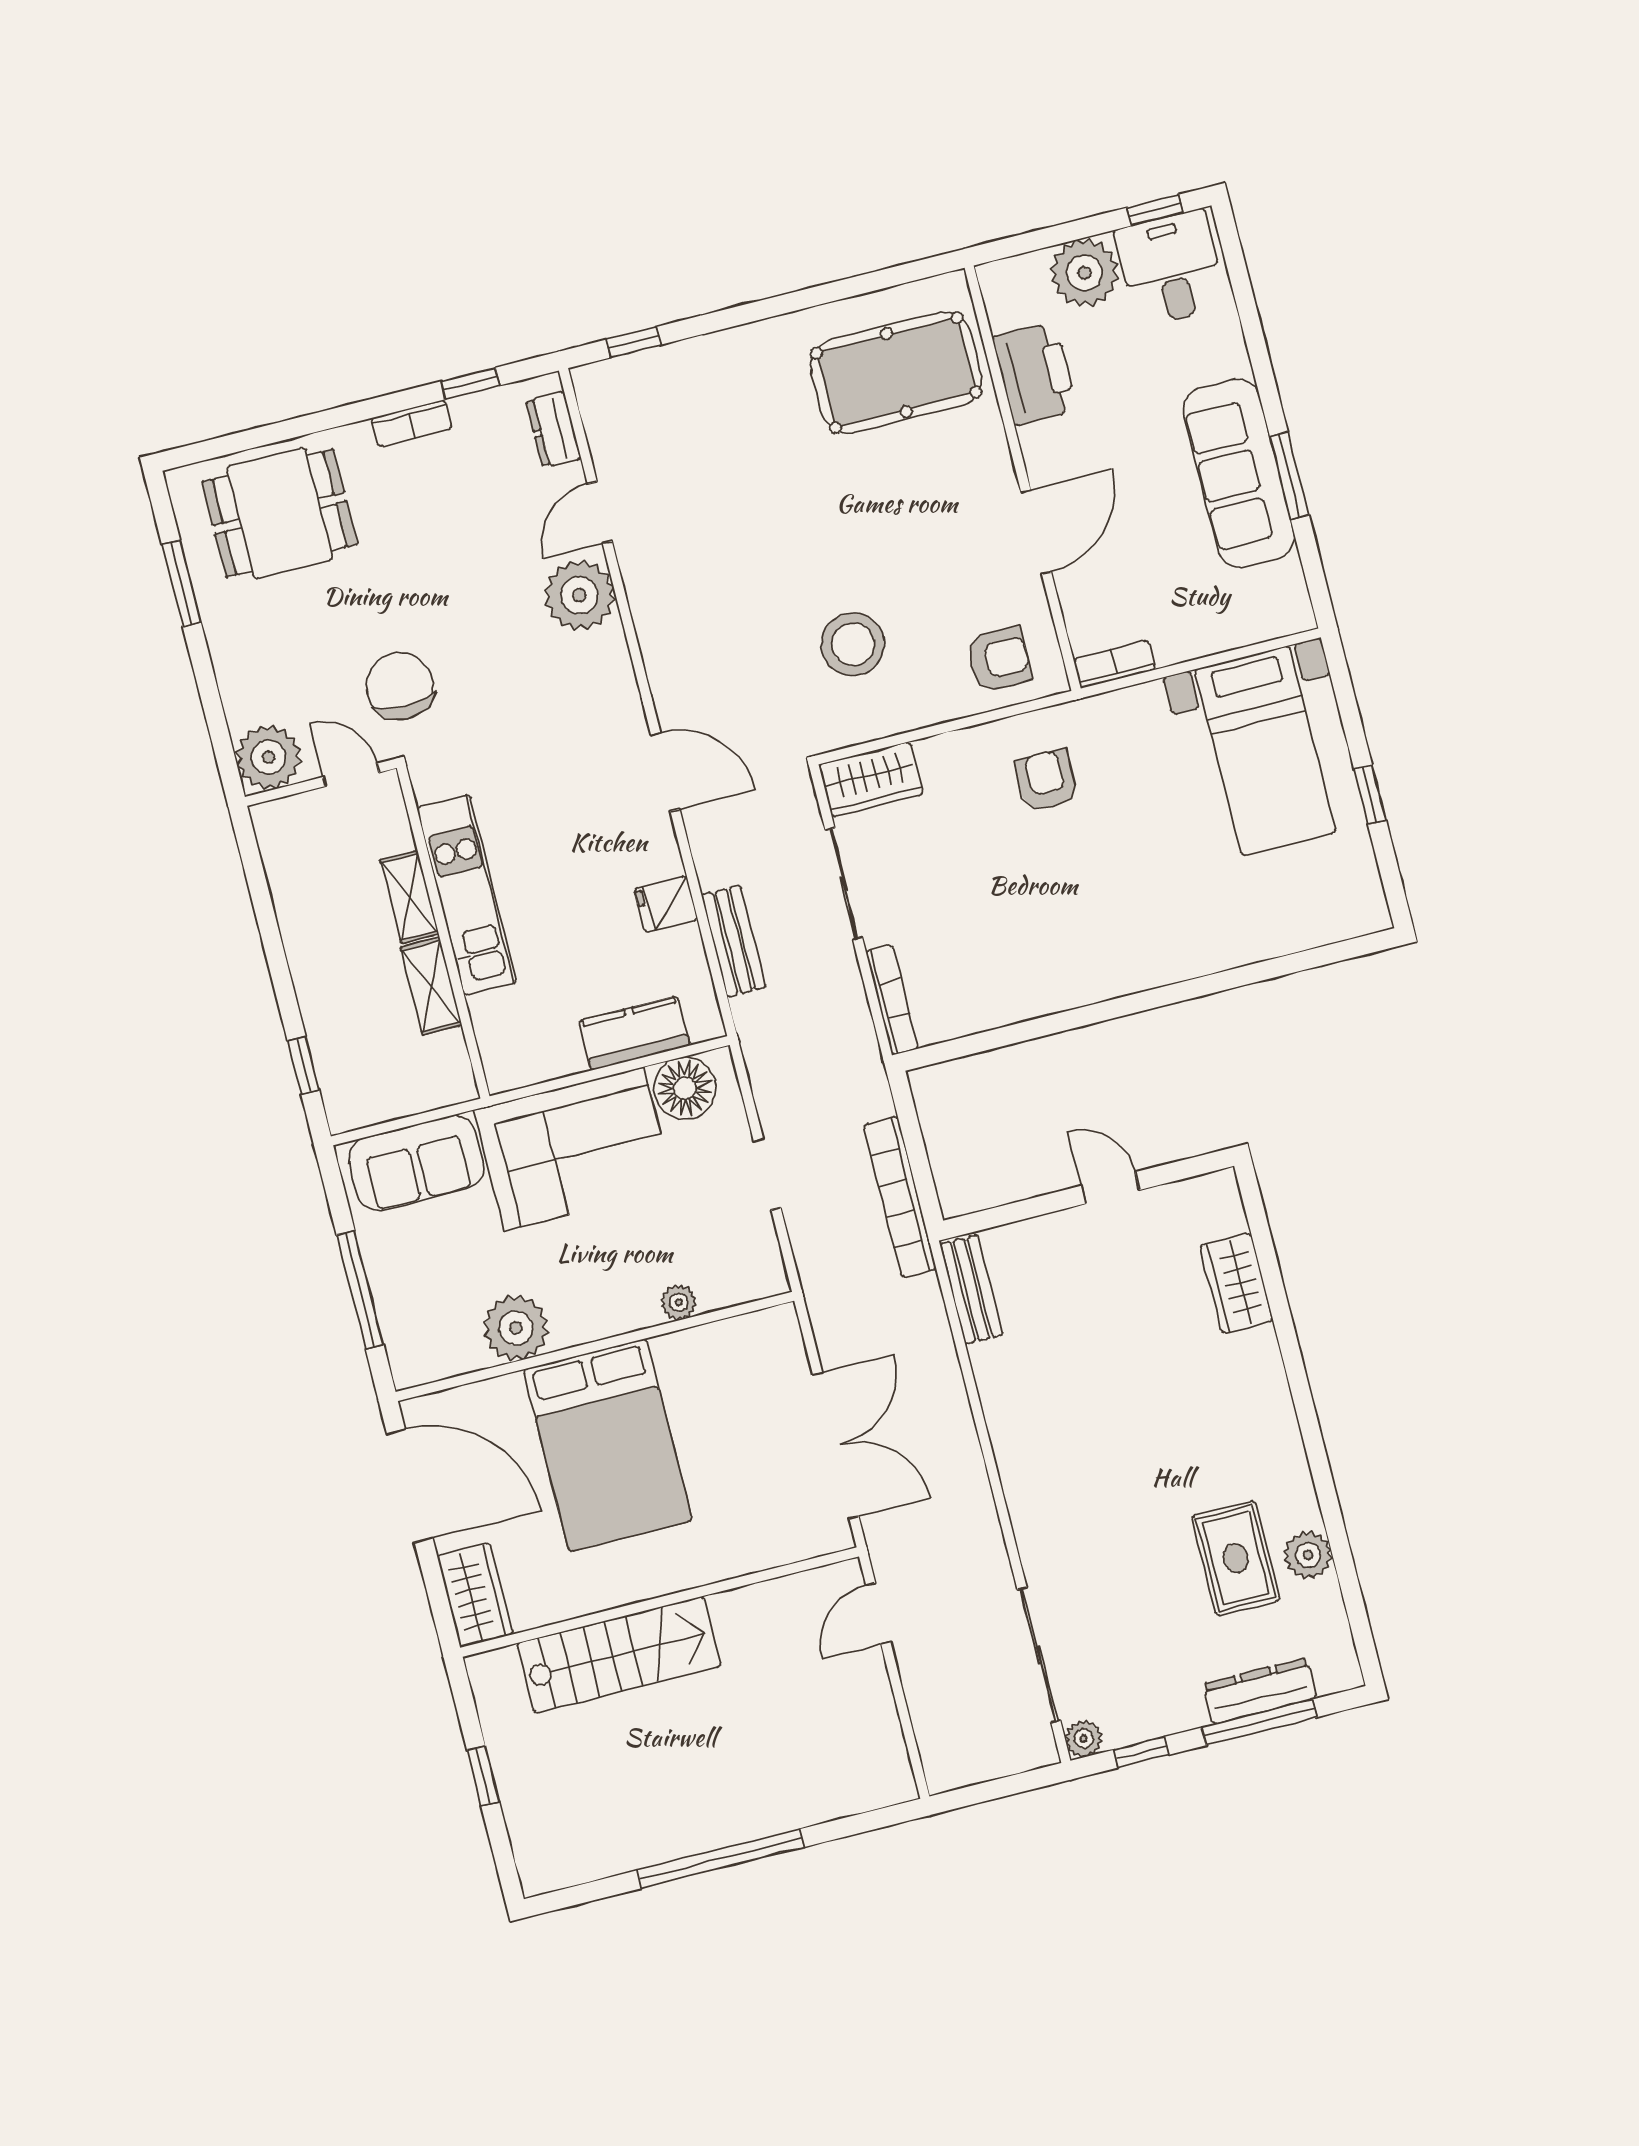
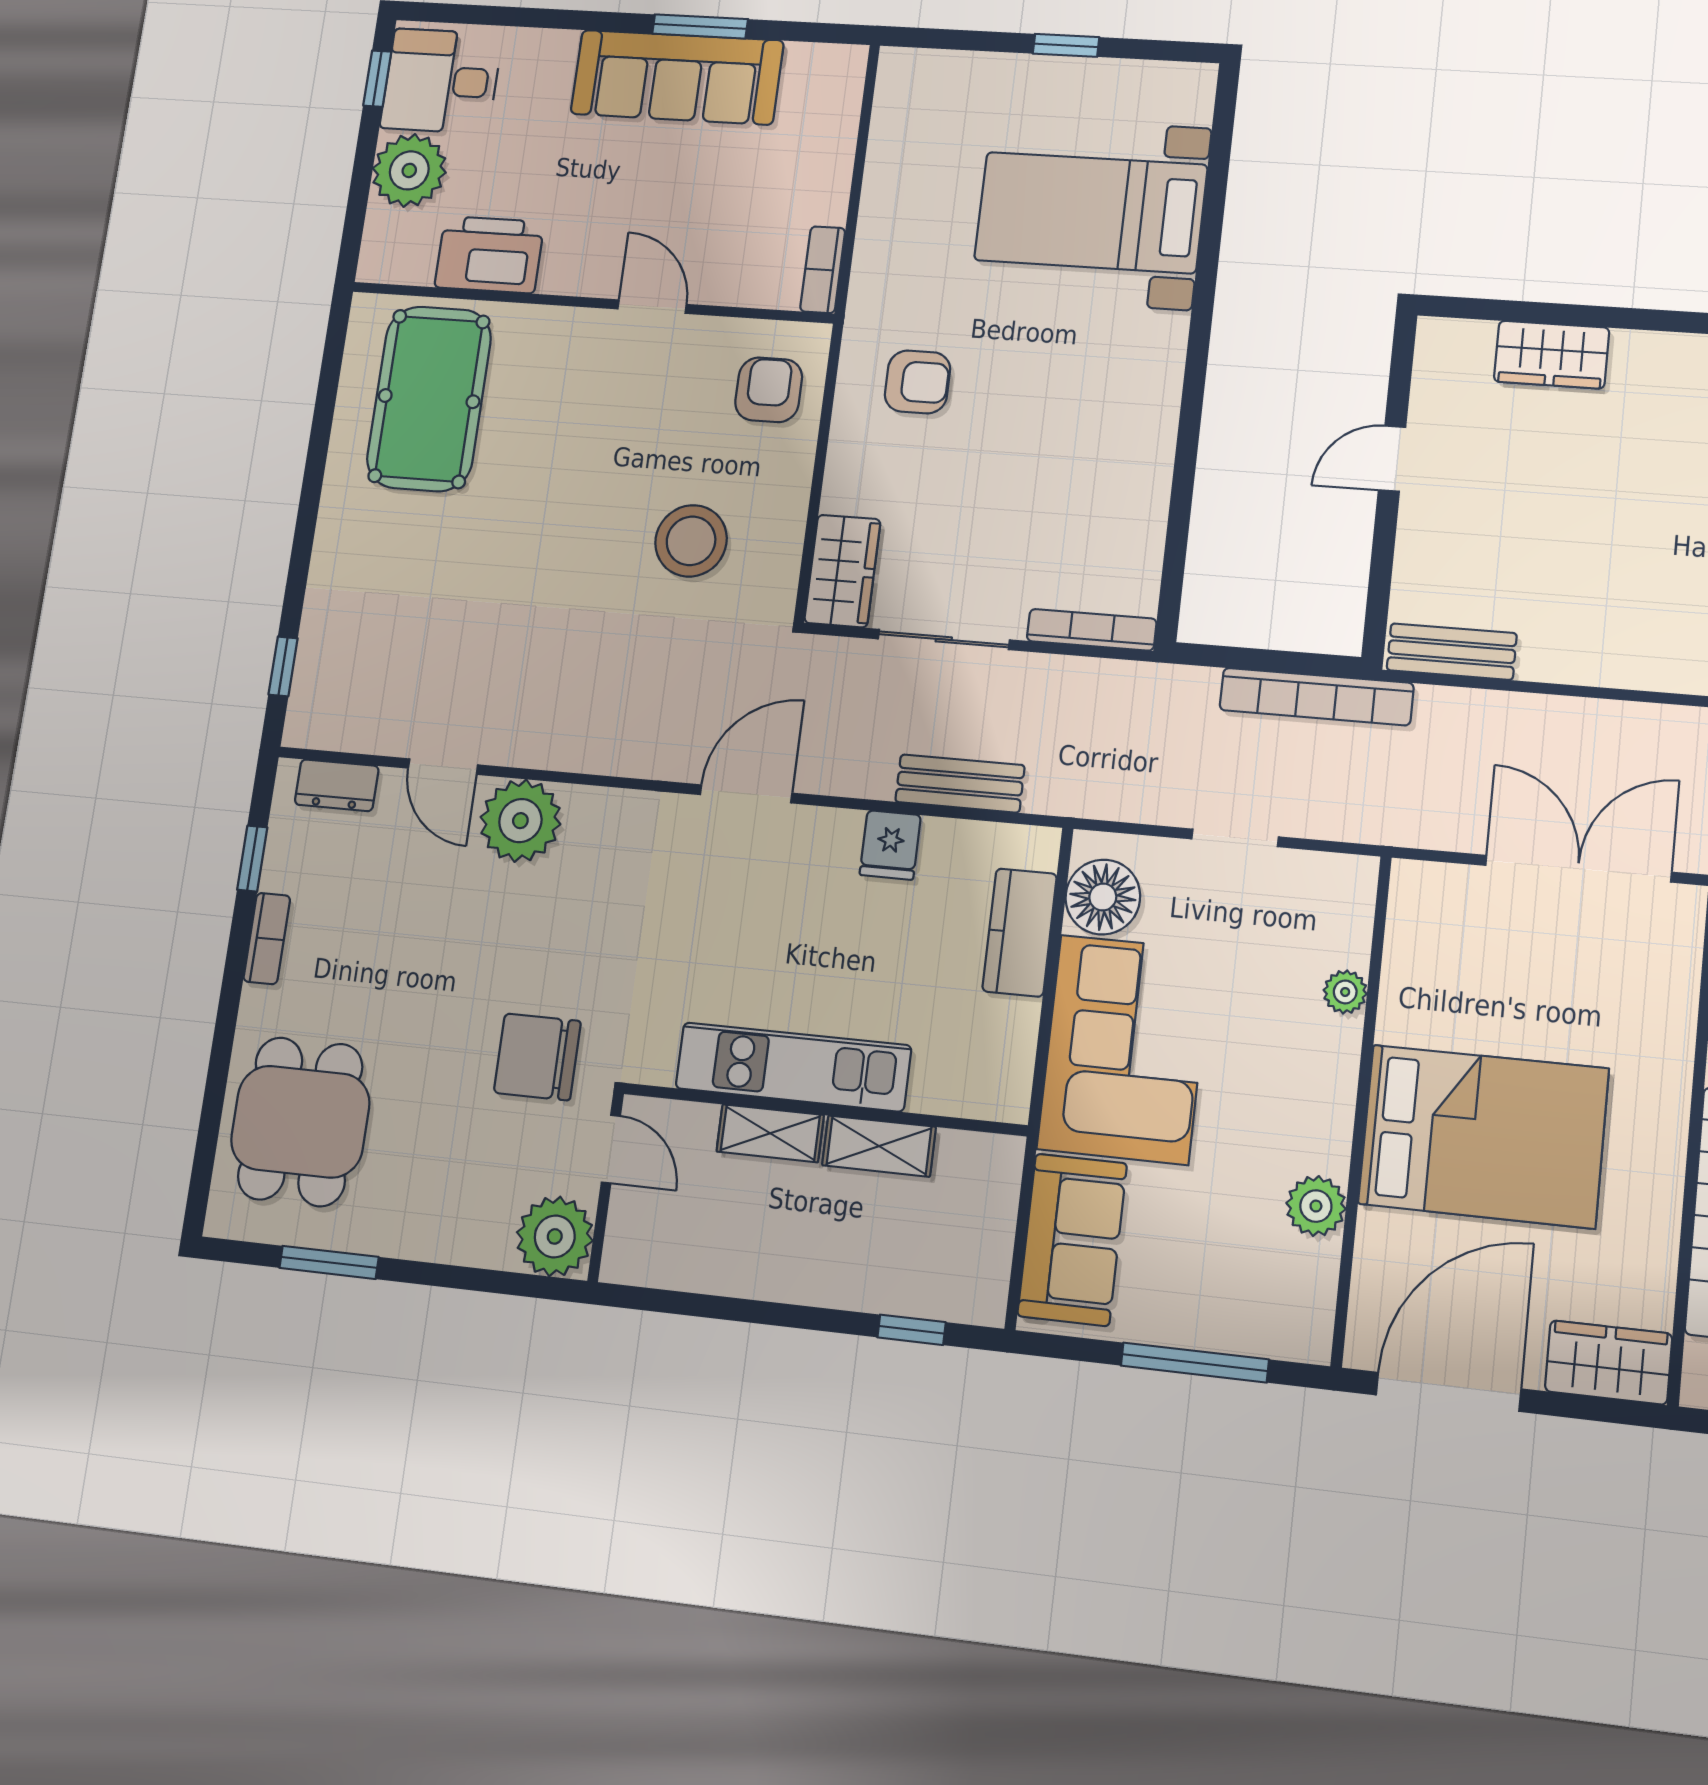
door: (1036, 532) -> (652, 307), width x0.73
bed with nightstands: (1265, 751) -> (1091, 212), moved, turned 180
door: (351, 775) -> (611, 1149), swing flipped
armchair: (1046, 780) -> (917, 382), turned 180
plant: (516, 1328) -> (1316, 1206), width x0.73, depth x0.73

